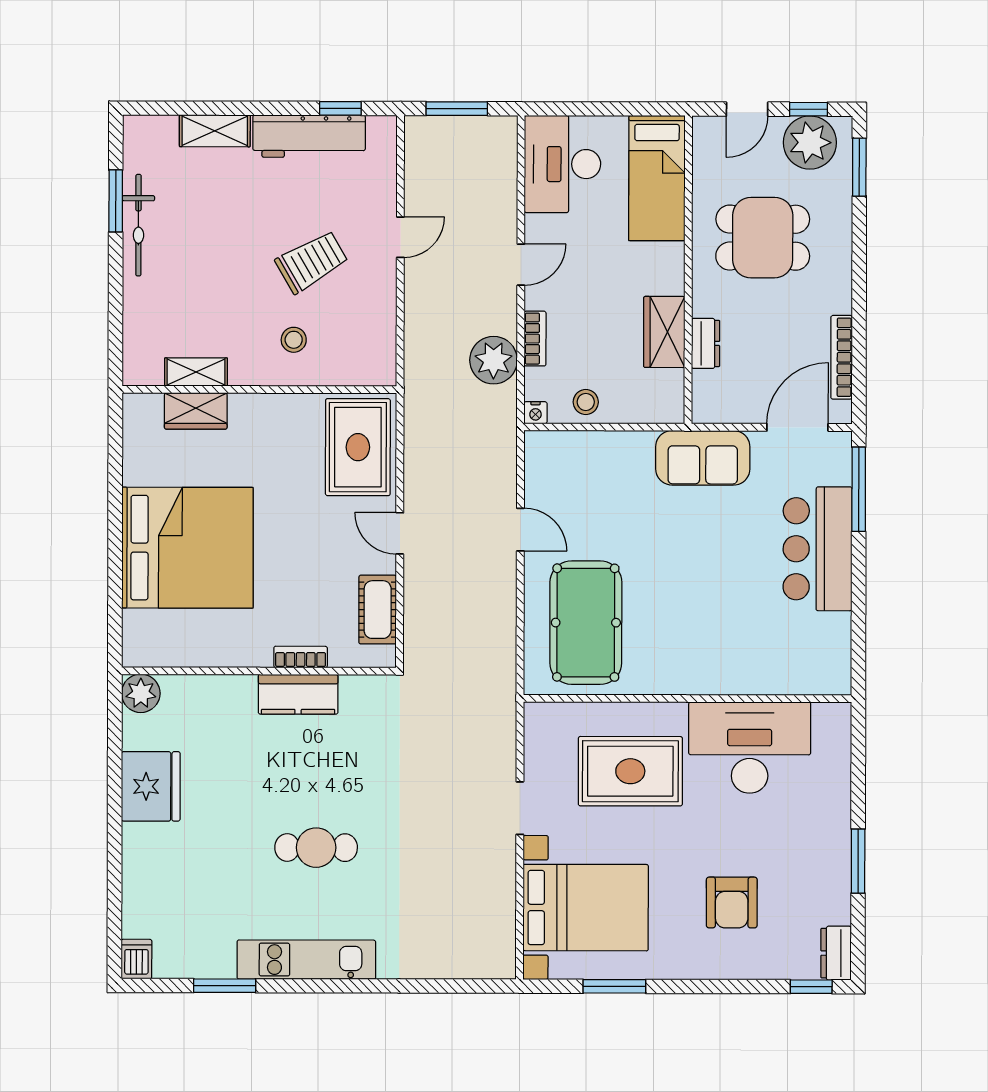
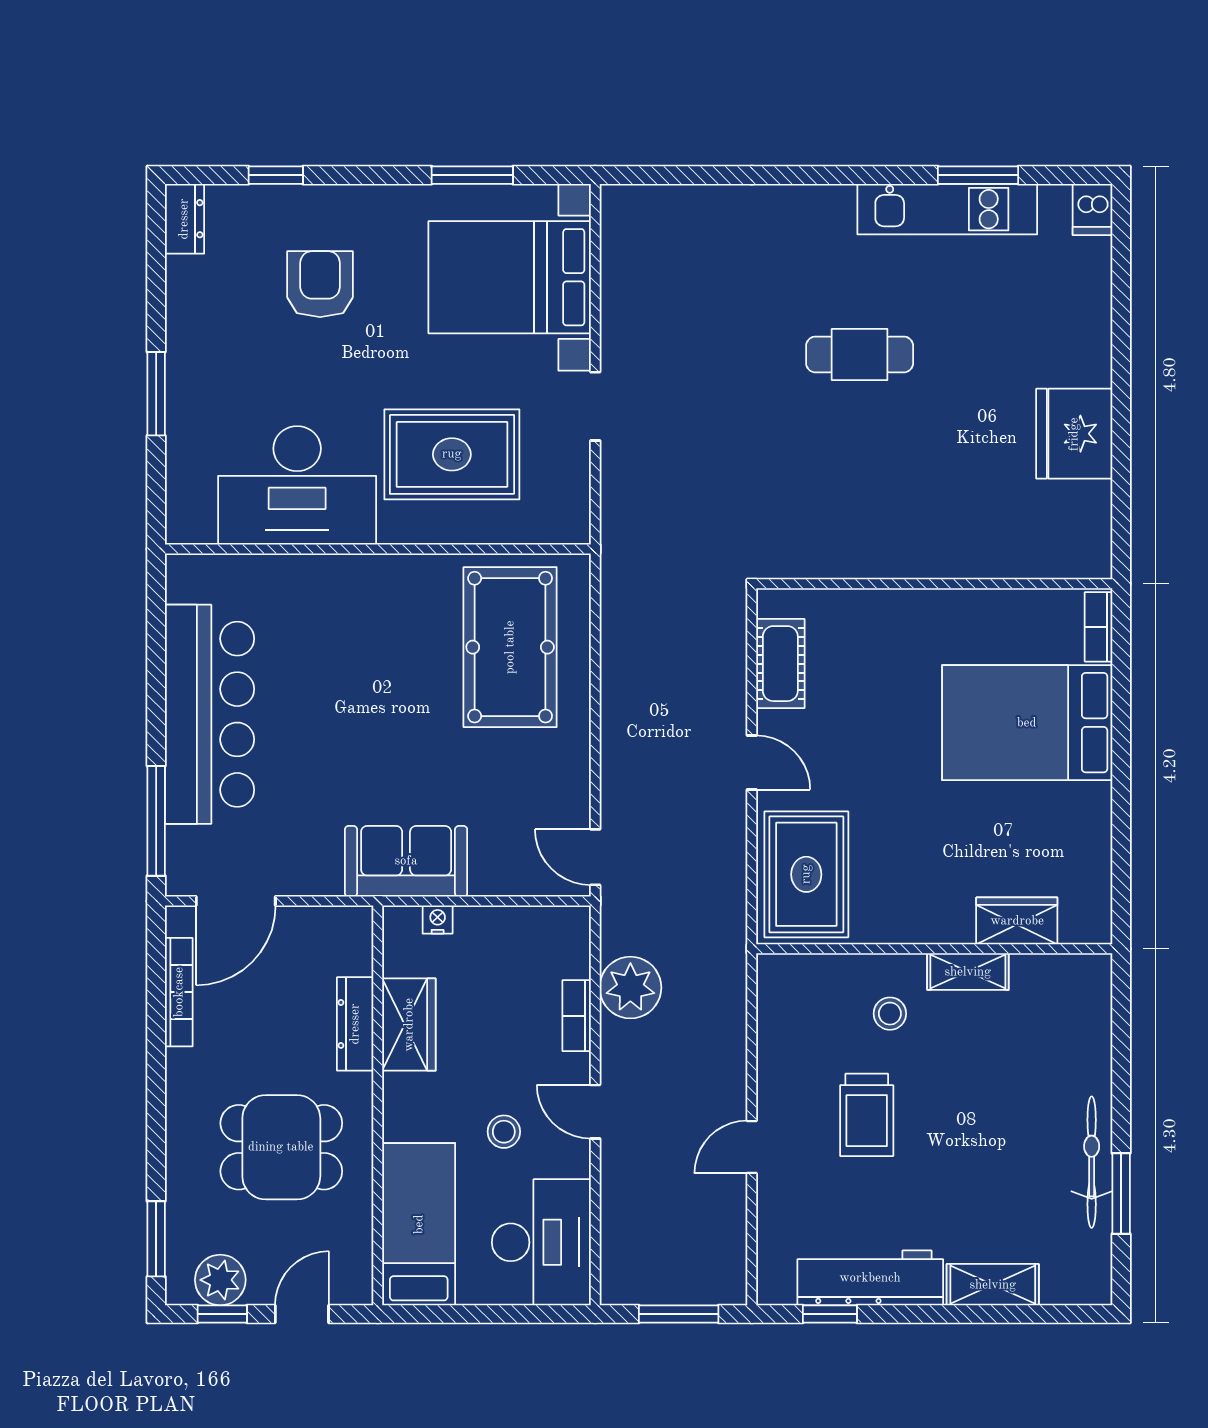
plant: (810, 143) -> (220, 1280), width x0.73, depth x0.73
trolley: (312, 262) -> (867, 1115), turned -60
door: (521, 265) -> (595, 1112), hinge flipped
dresser: (706, 343) -> (355, 1024), width x1.44
shelving: (196, 372) -> (968, 972), moved
stool: (586, 402) -> (504, 1132), moved
nightstand: (535, 413) -> (438, 920), moved
sofa: (703, 458) -> (406, 861), moved
door: (520, 530) -> (595, 857), moved
bed: (187, 548) -> (1027, 723), width x0.73
bar counter: (817, 549) -> (209, 714), width x1.36
bookcase: (301, 657) -> (1099, 627), moved, turned 90
plant: (141, 693) -> (1088, 554), removed
kitchen counter: (298, 694) -> (883, 554), removed
window: (858, 861) -> (156, 394), moved
kitchen unit: (306, 960) -> (947, 209), moved
window: (811, 987) -> (276, 175), moved

